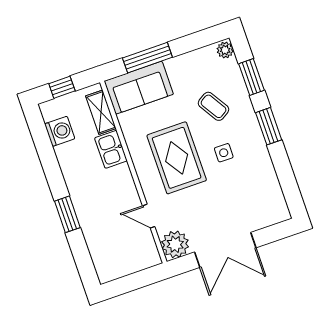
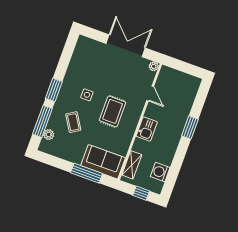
plant: (225, 50) -> (49, 135), moved
window: (252, 77) -> (42, 121), width x1.44
kitchen sink: (111, 149) -> (147, 129), moved
rug: (177, 158) -> (113, 111), width x0.73, depth x0.70
plant: (175, 244) -> (154, 66), width x0.53, depth x0.53

